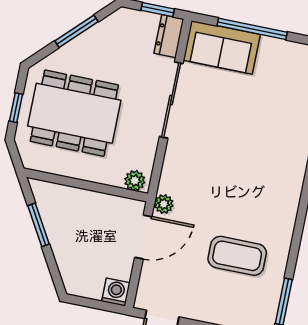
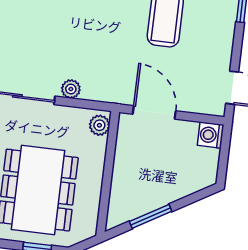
plant: (164, 204) -> (71, 89), moved

